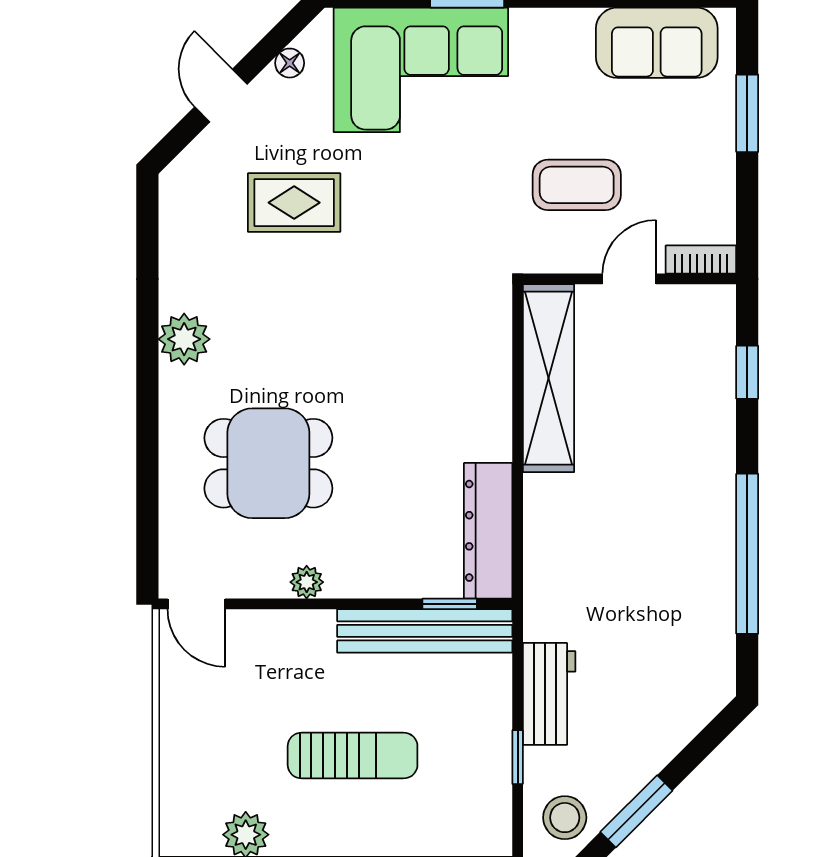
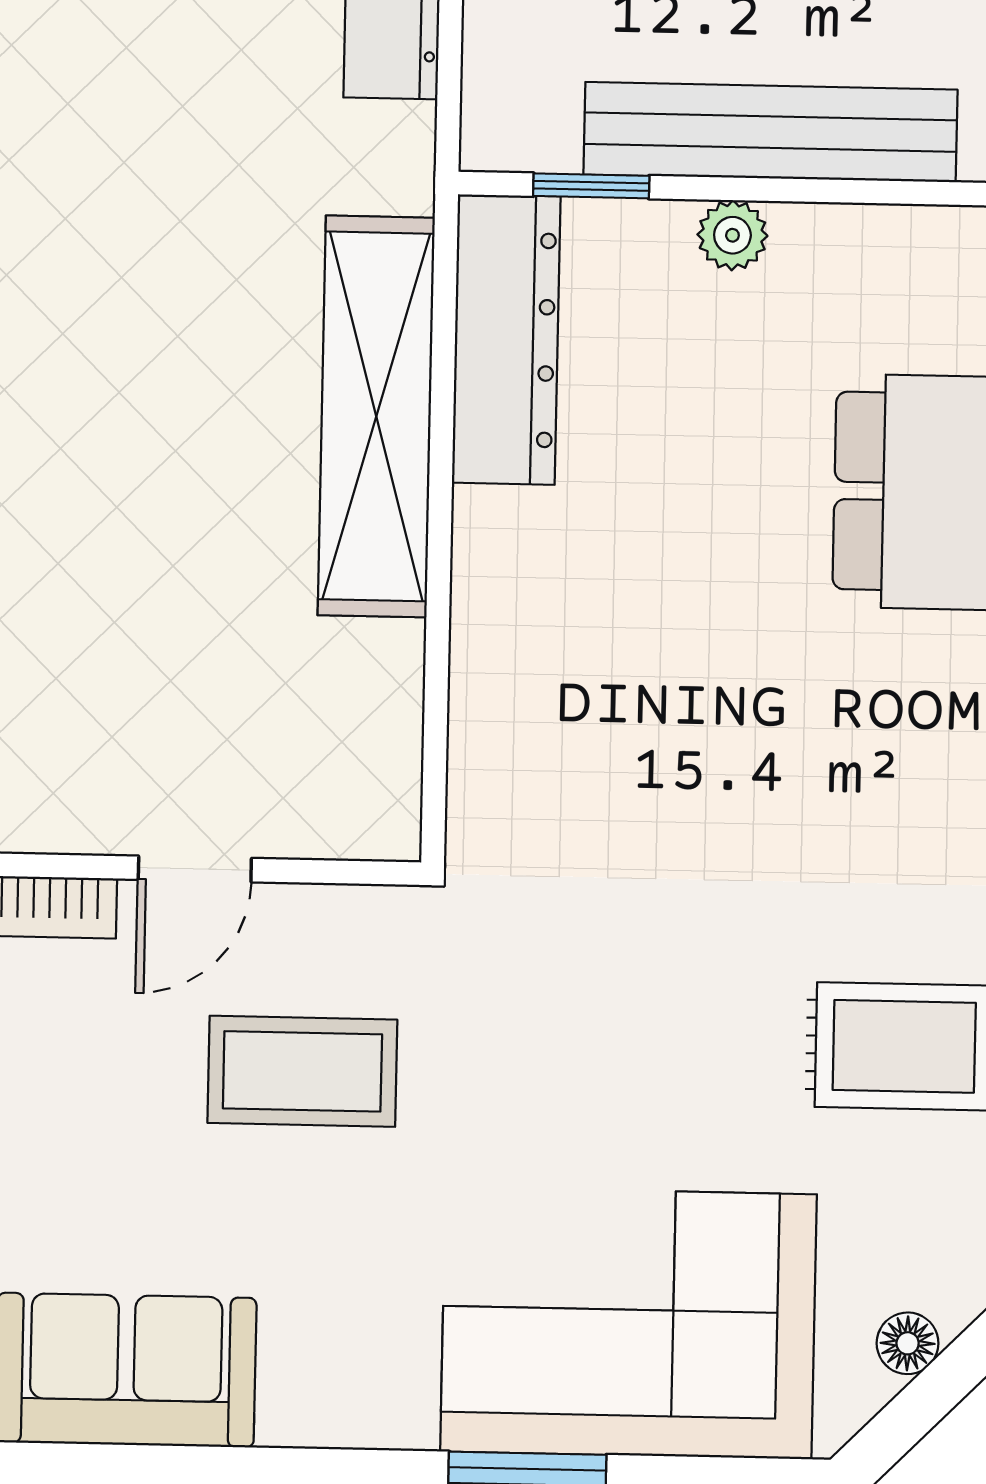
shelving: (548, 378) -> (376, 416), moved
plant: (307, 582) -> (732, 235), moved
bench: (425, 631) -> (770, 132), moved

